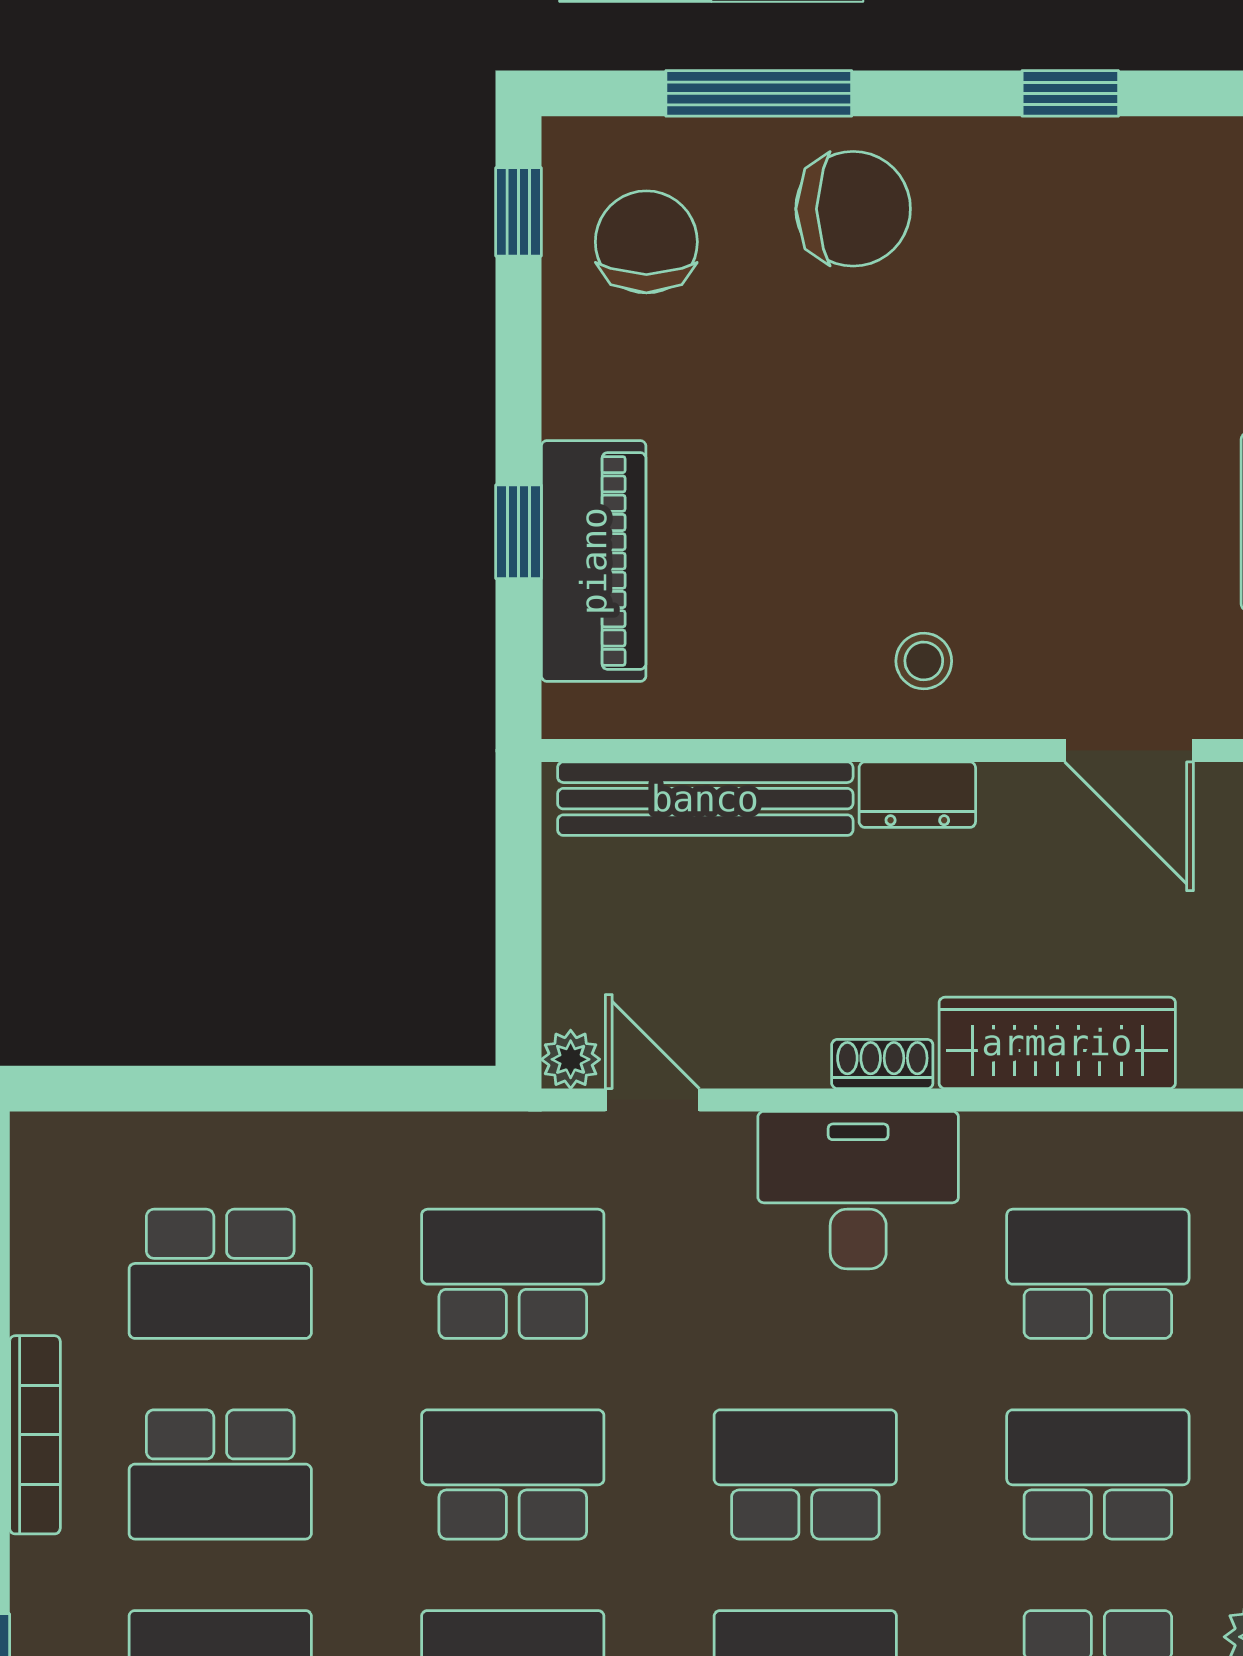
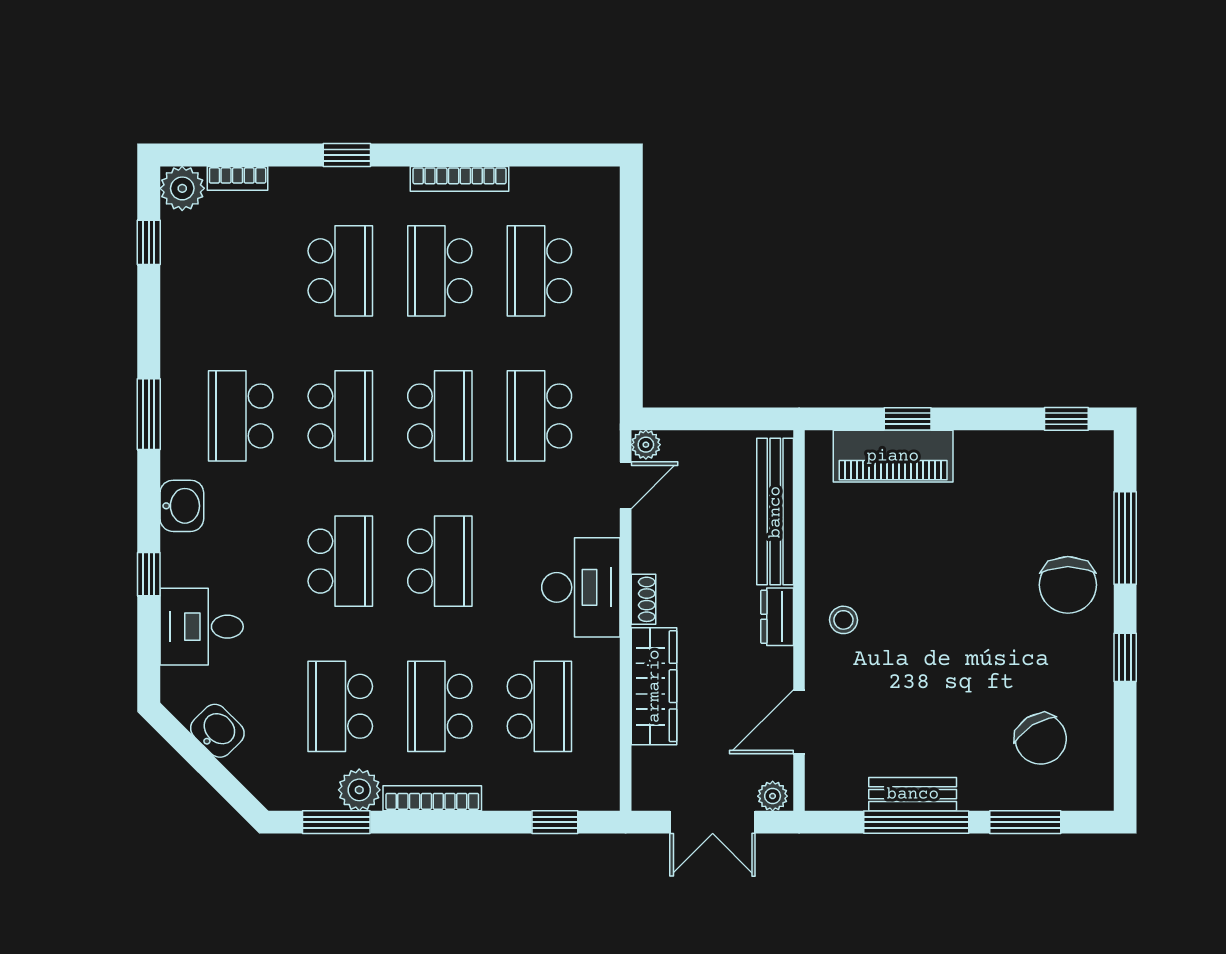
window: (1070, 93) -> (1125, 657), moved
chair: (646, 242) -> (1041, 739), moved, turned 58
school desk: (513, 1274) -> (539, 416), turned 180
school desk: (1098, 1474) -> (440, 706), turned 180

